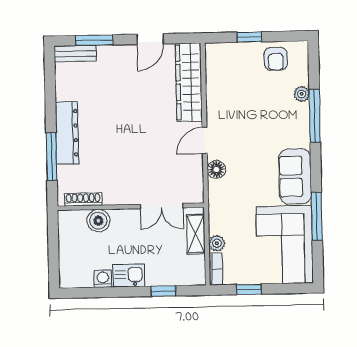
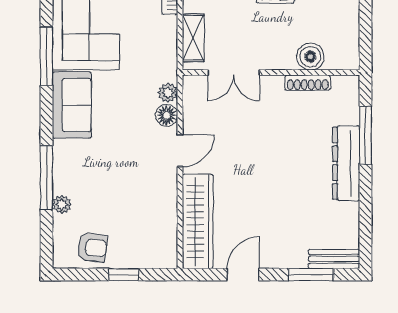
armchair: (276, 59) -> (92, 247), turned 97
shoe rack: (83, 199) -> (308, 83), moved
double door: (162, 206) -> (234, 73), swing flipped
plant: (217, 243) -> (168, 93), moved

